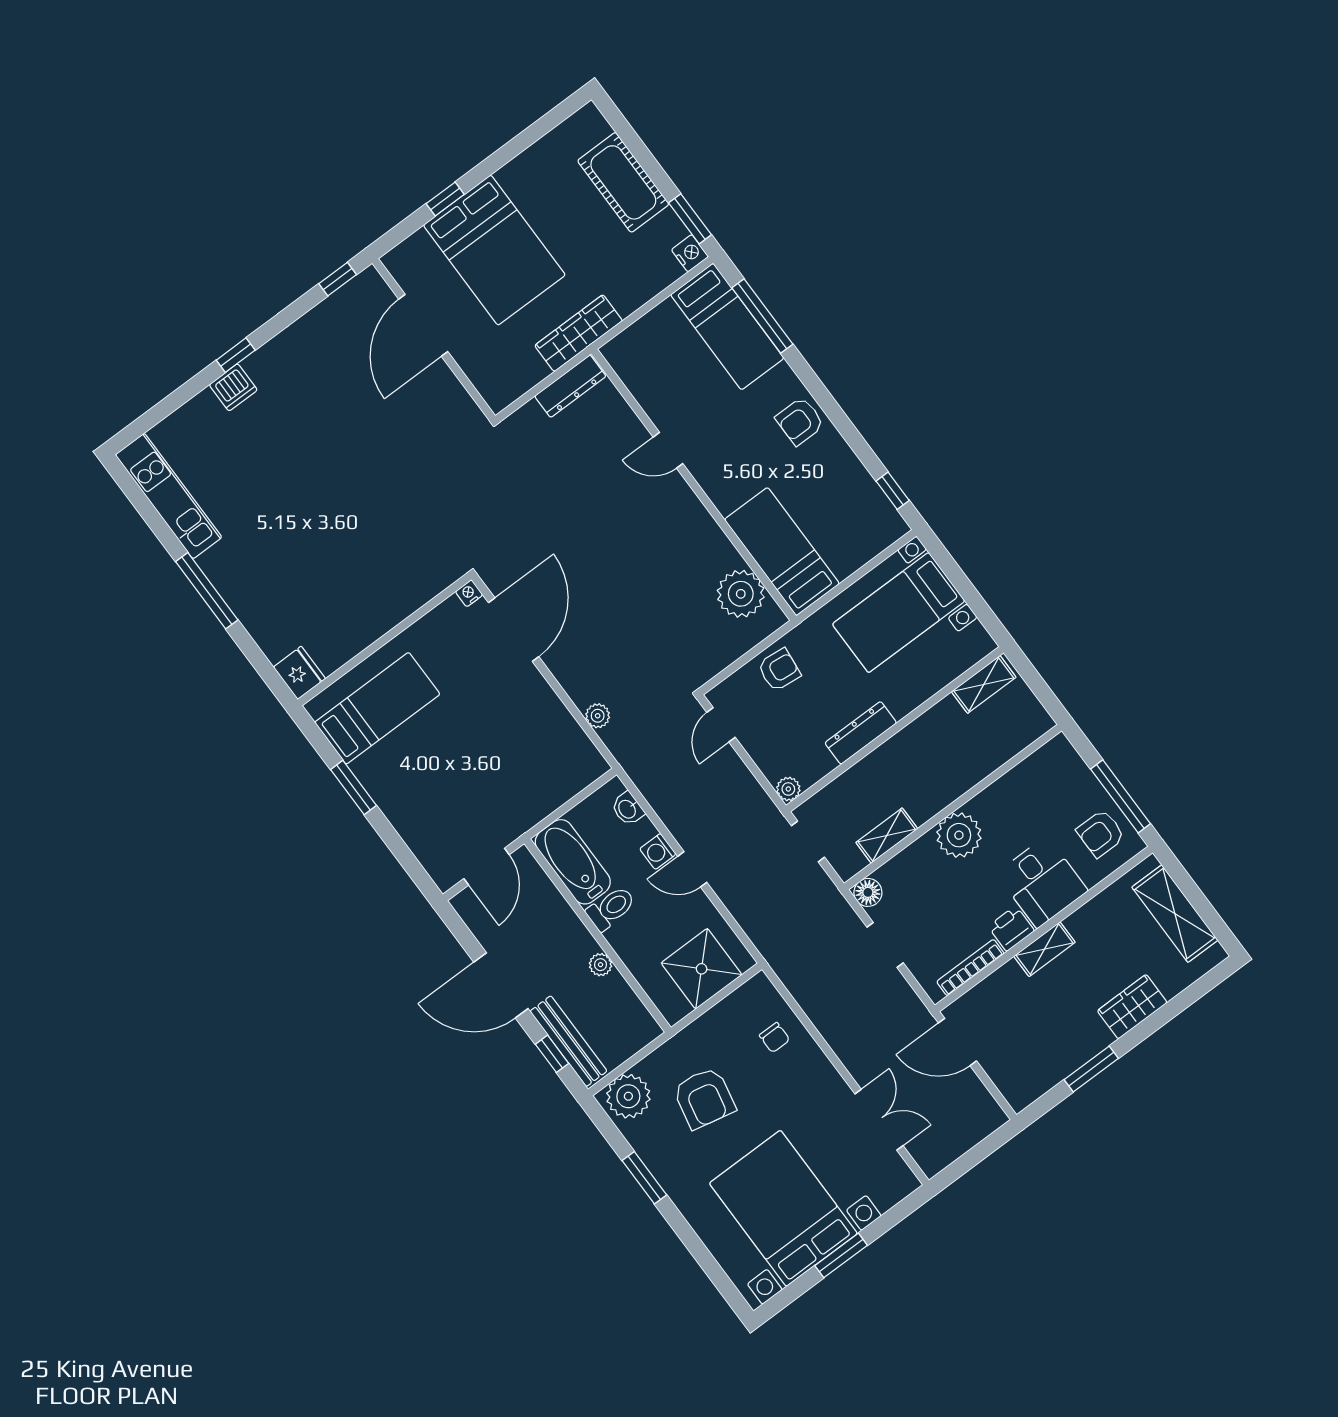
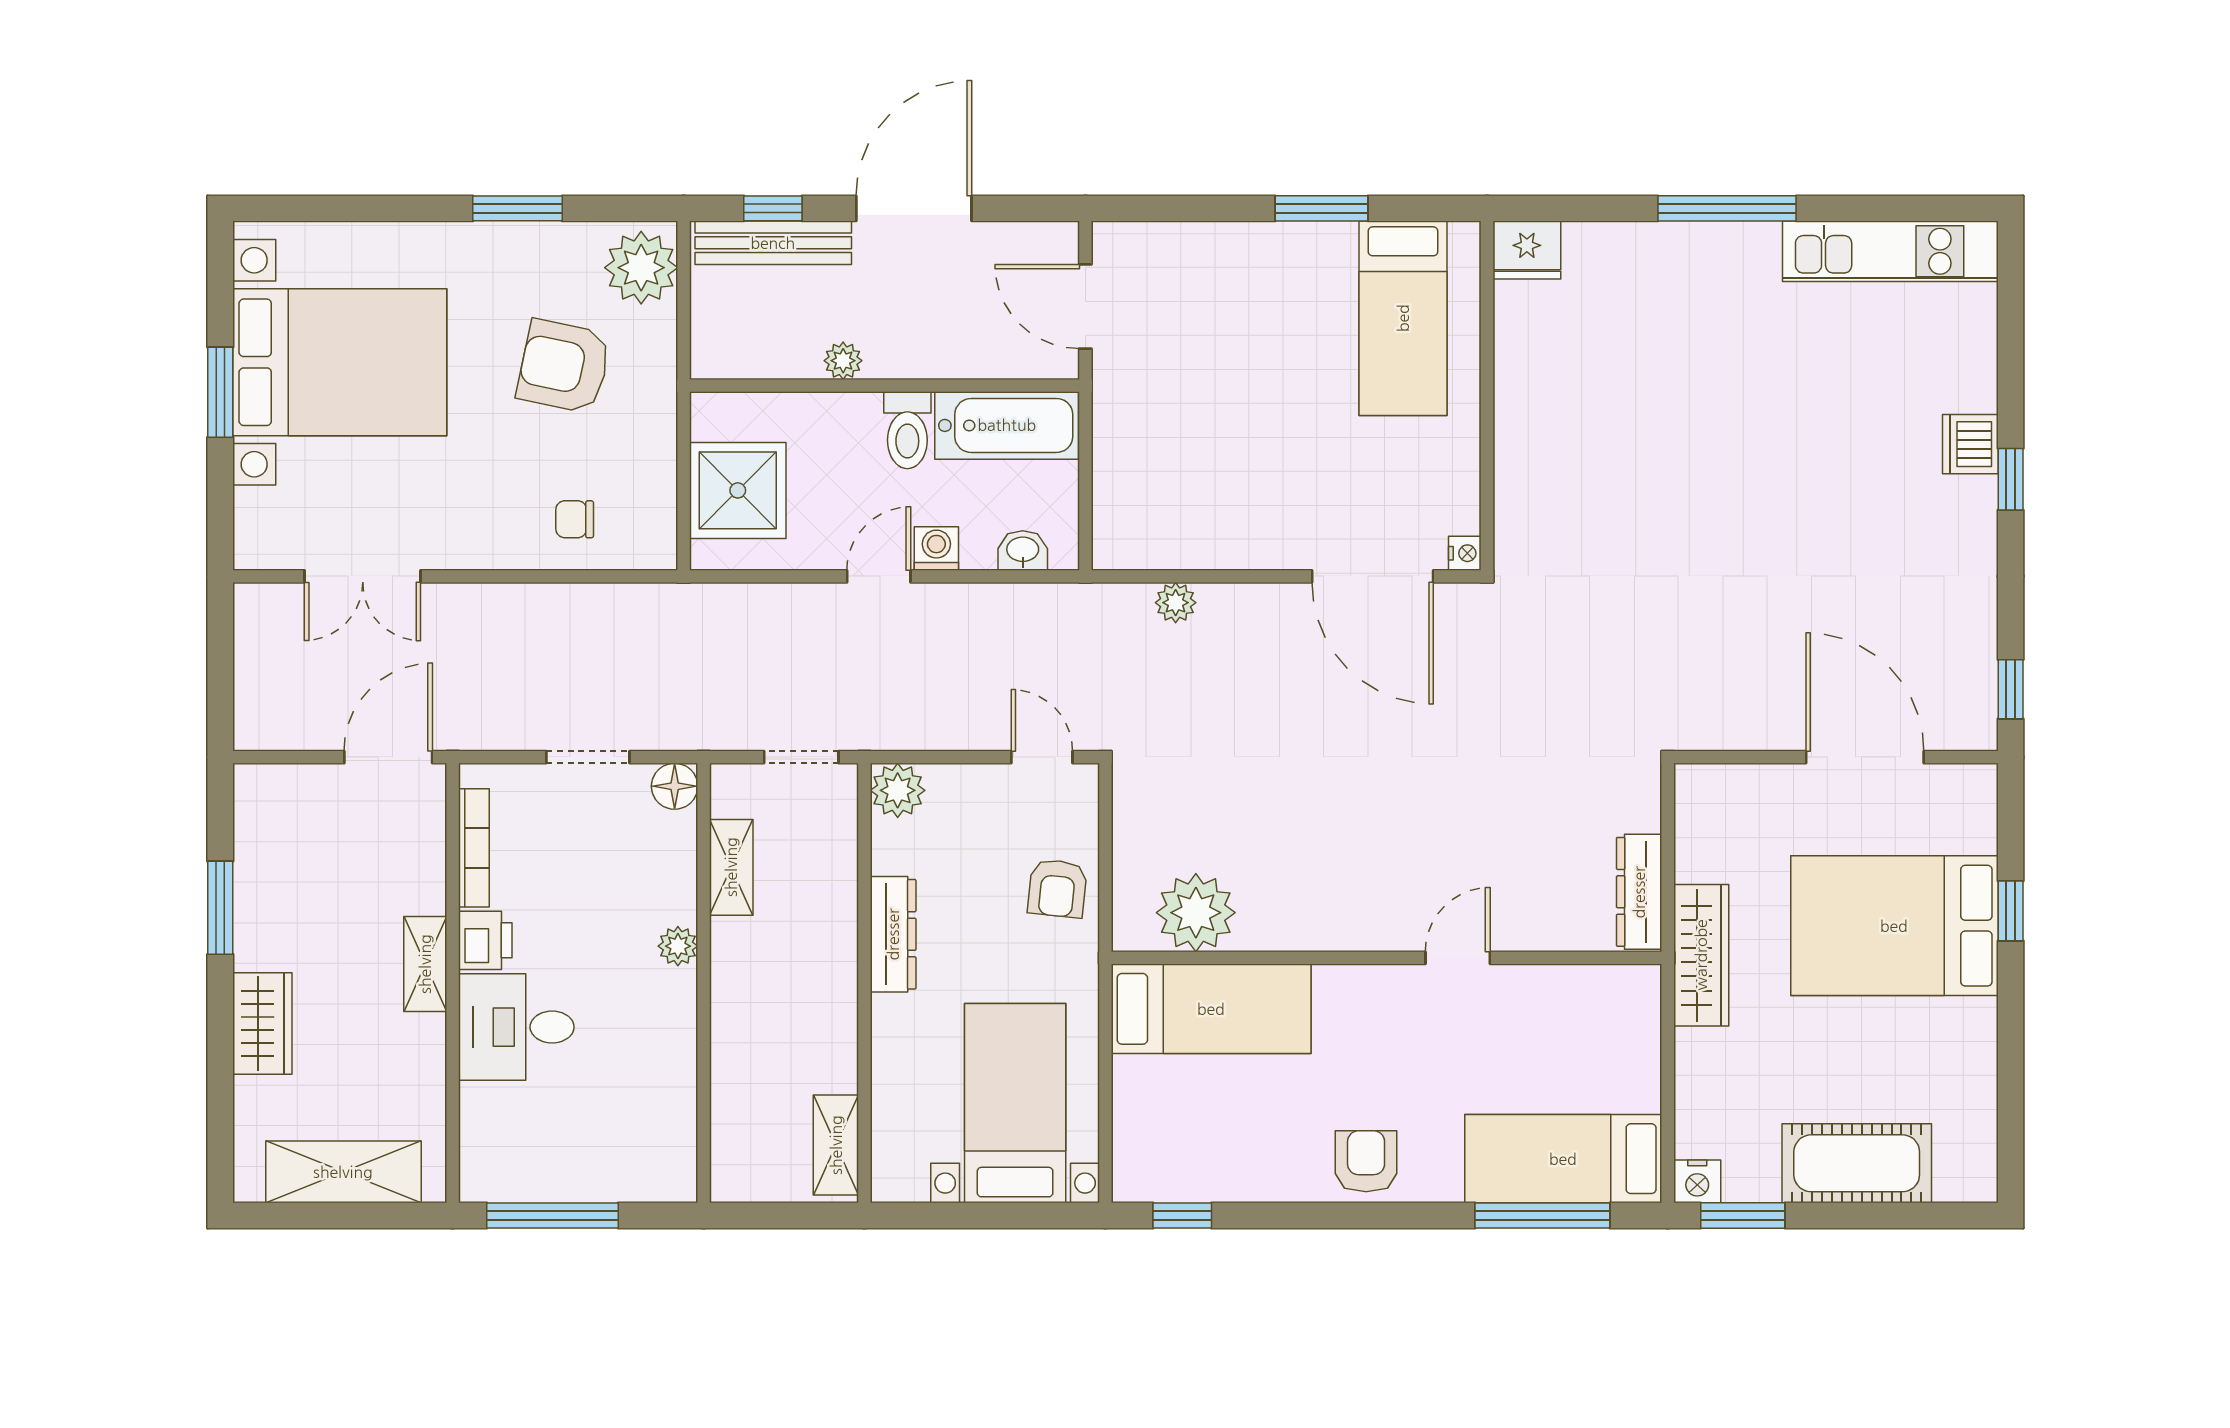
plant: (788, 789) -> (898, 790), width x1.38, depth x1.38
armchair: (1101, 833) -> (523, 1153), removed
plant: (959, 835) -> (678, 946), width x0.53, depth x0.53

